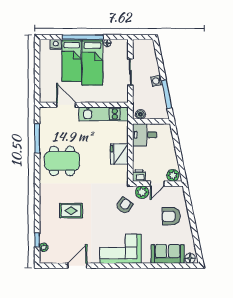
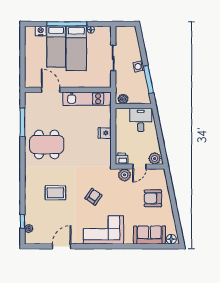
desk: (145, 135) -> (141, 120), moved, turned 90
fridge: (119, 154) -> (105, 133), width x0.53, depth x0.75
armchair: (124, 206) -> (93, 197), moved

